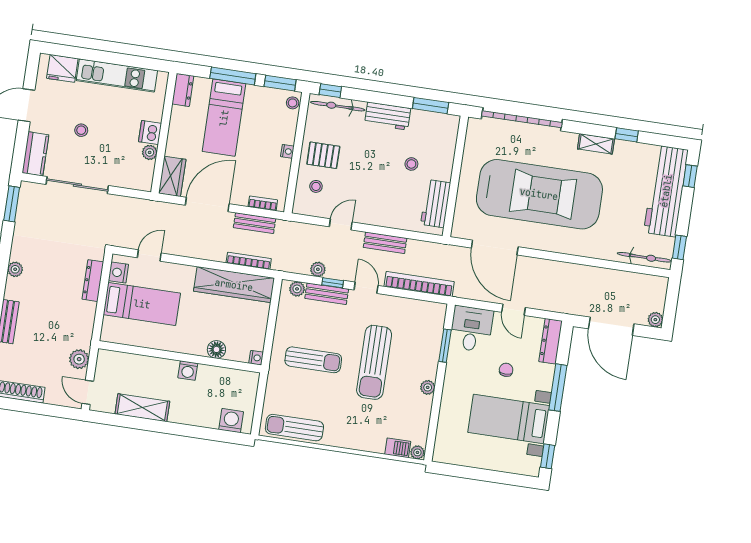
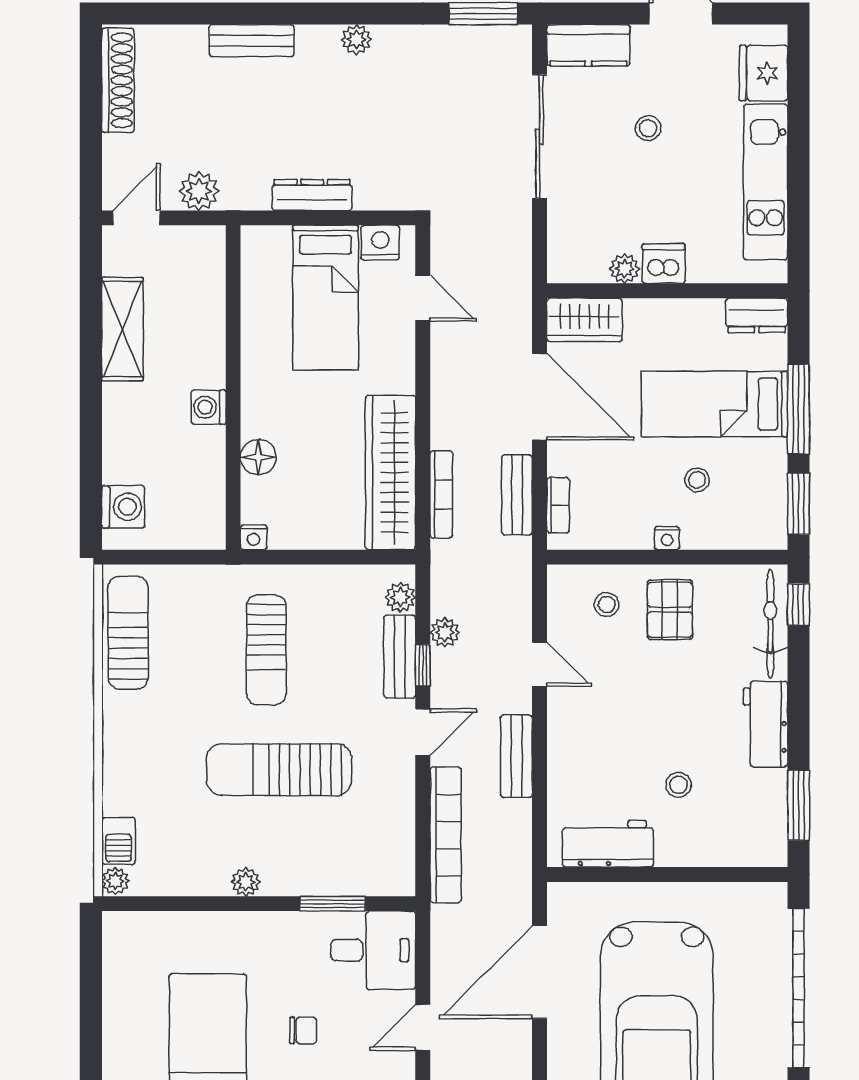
stool: (293, 103) -> (697, 480), moved
dresser: (93, 281) -> (312, 195), moved

